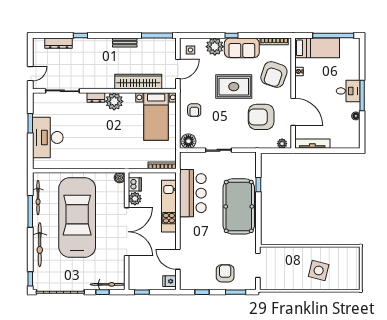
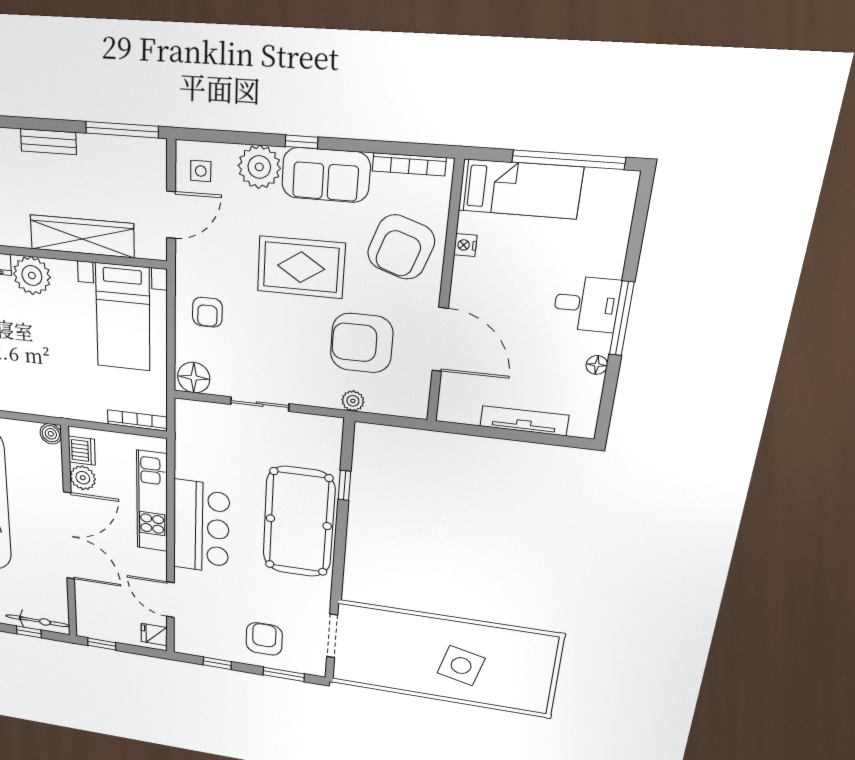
plant: (282, 144) -> (353, 401), moved
tv unit: (312, 144) -> (524, 421), moved
bar counter: (193, 193) -> (201, 527), moved

